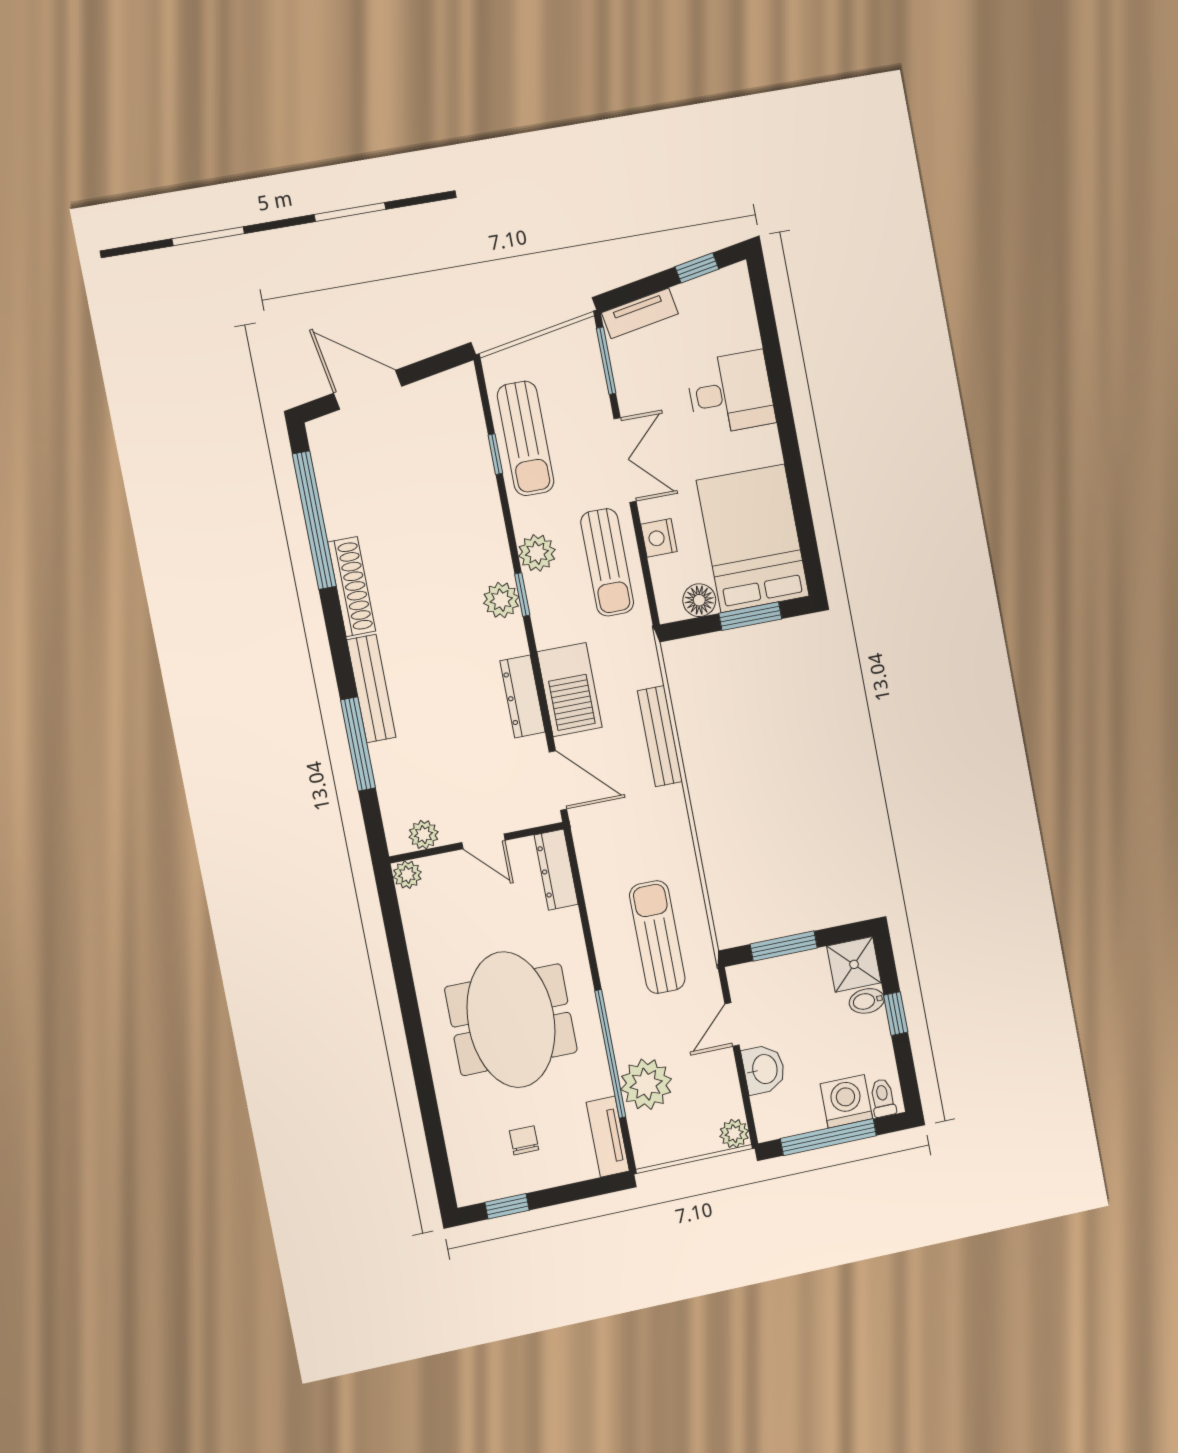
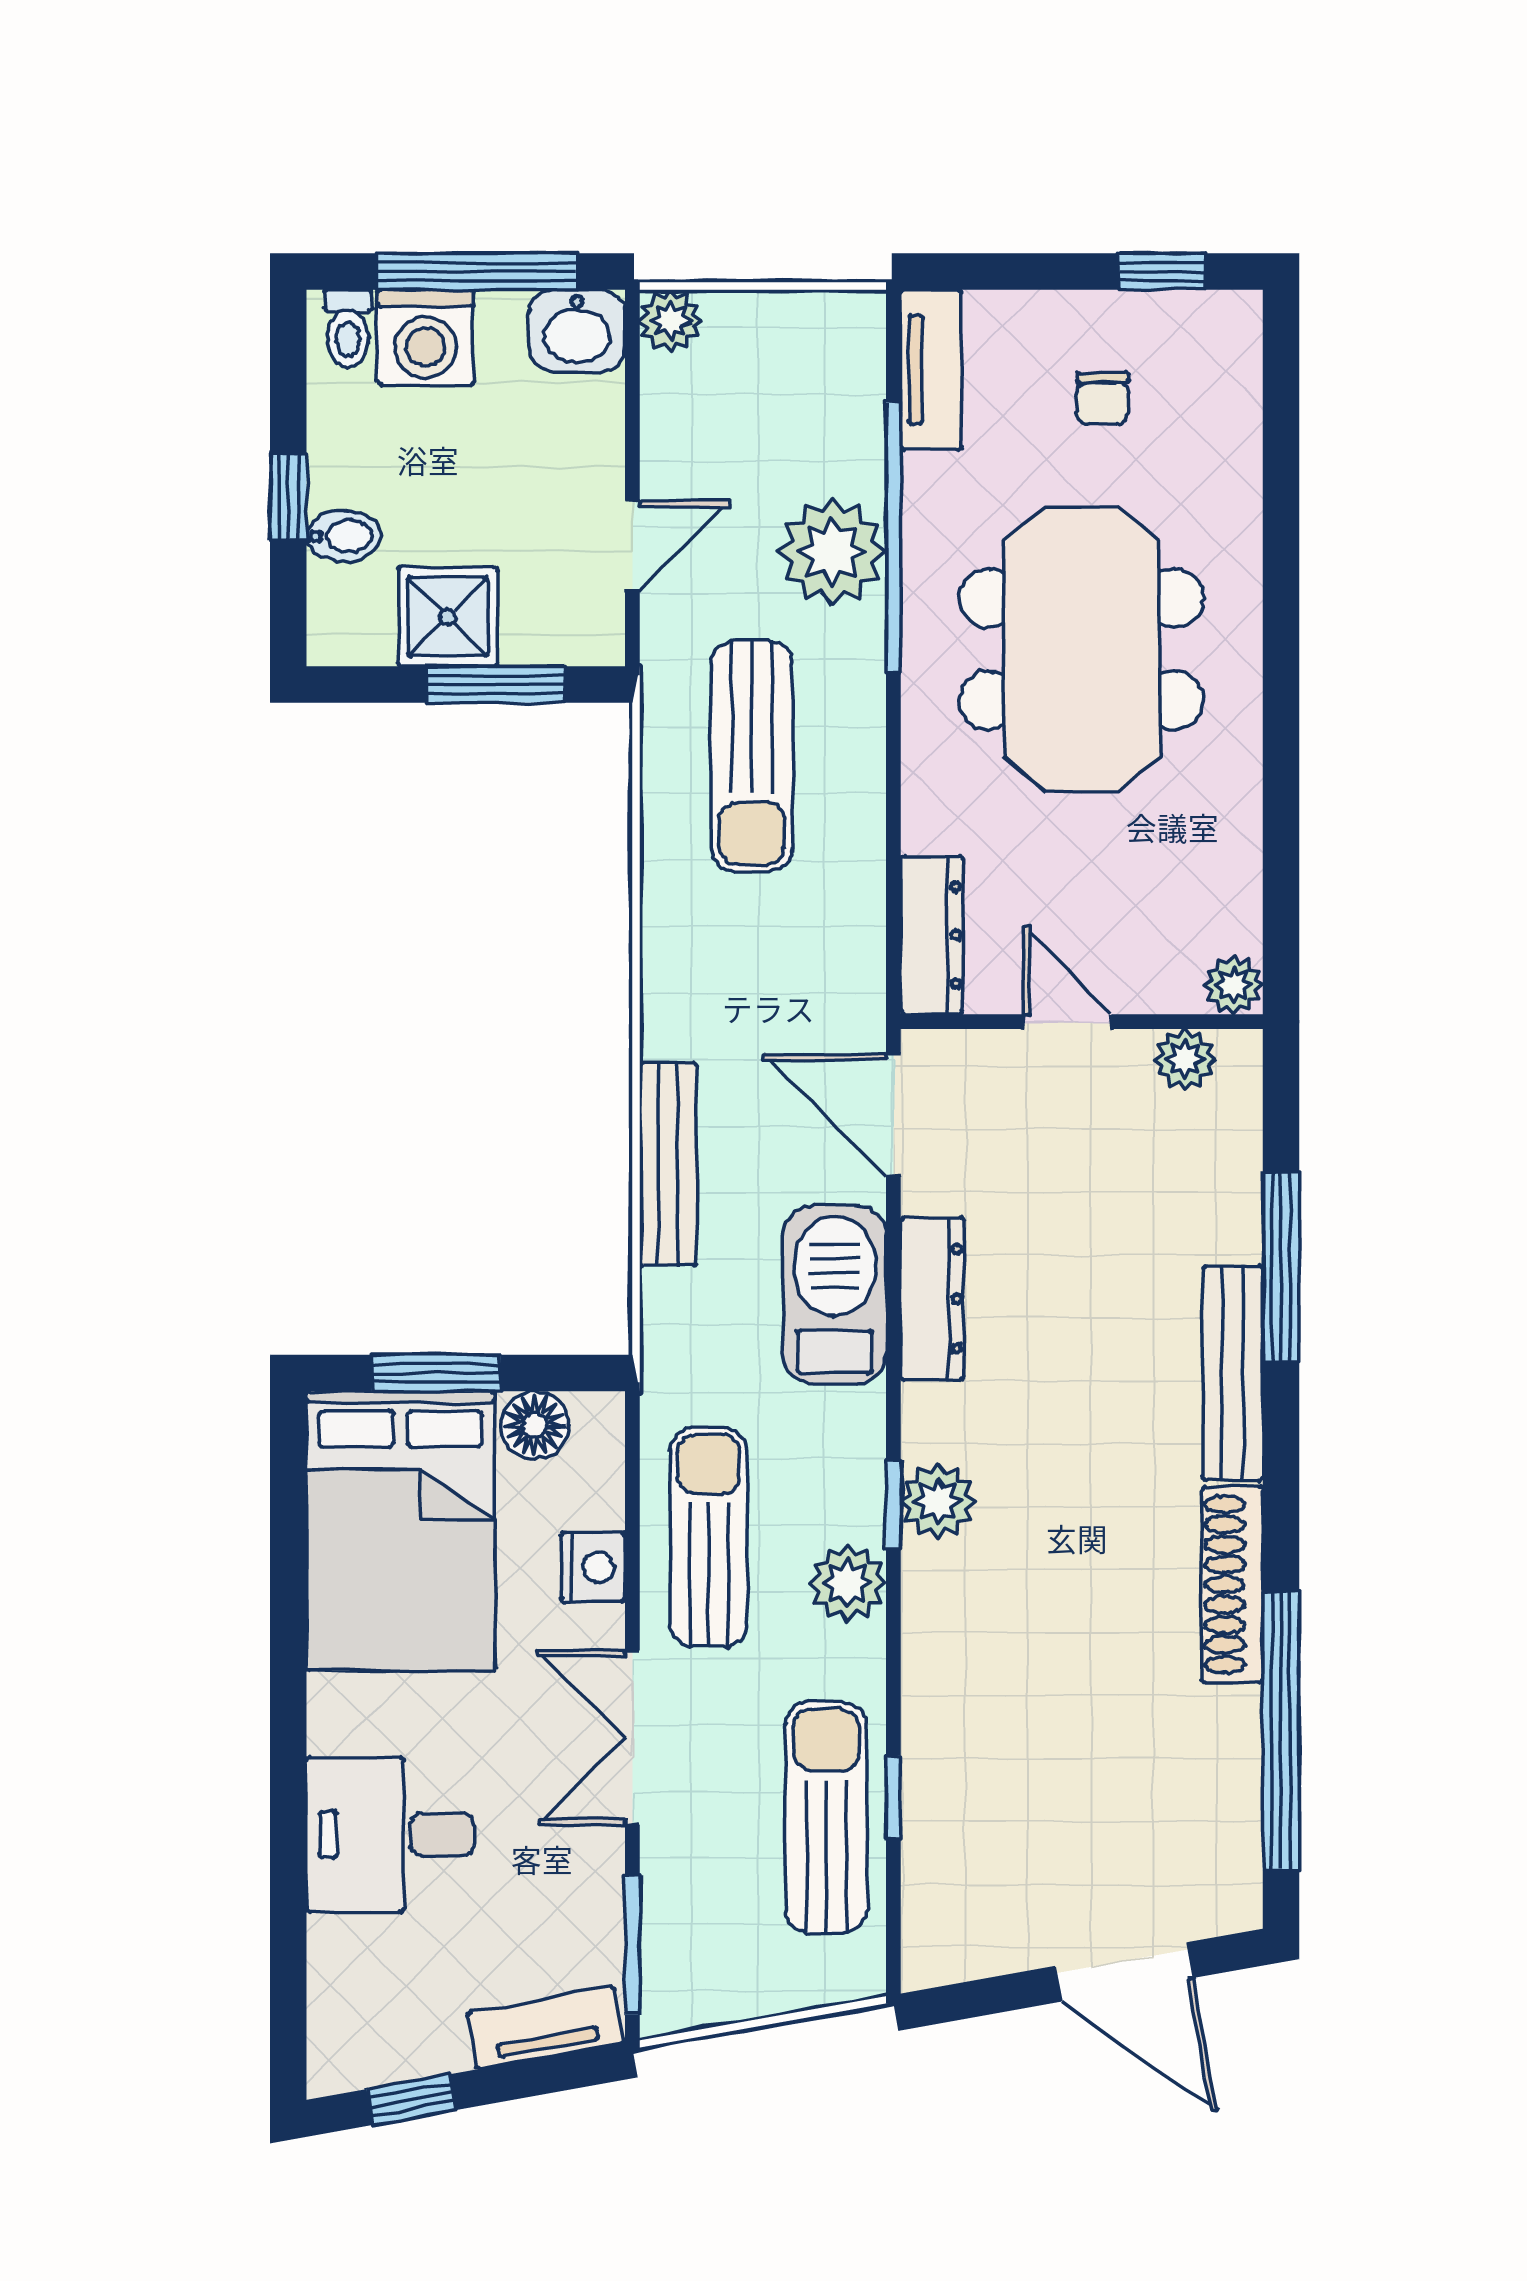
shower: (854, 964) -> (448, 617), moved
washbasin: (764, 1069) -> (577, 331), moved, turned -90
plant: (646, 1084) -> (832, 552), moved

